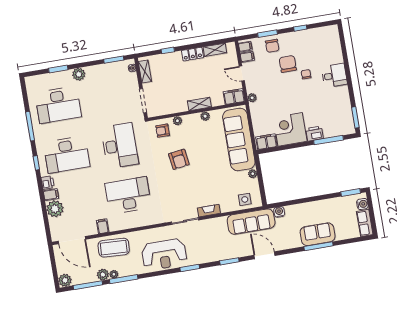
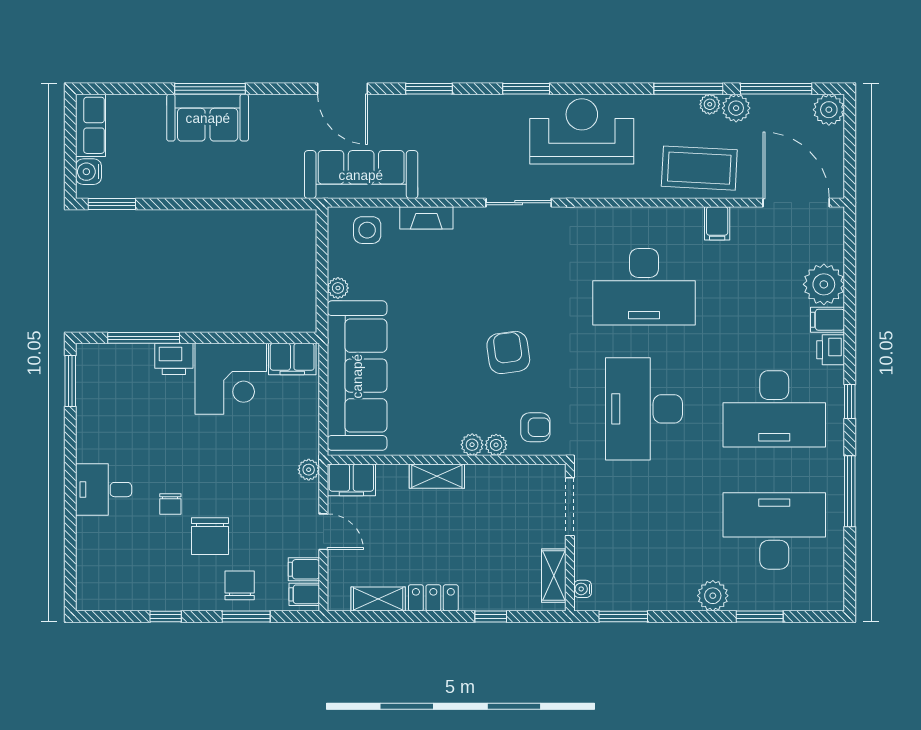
plant: (205, 116) -> (472, 445), moved
desk: (67, 155) -> (774, 409), turned 180
fireplace: (209, 211) -> (426, 218), moved
water cooler: (279, 212) -> (290, 186), removed

